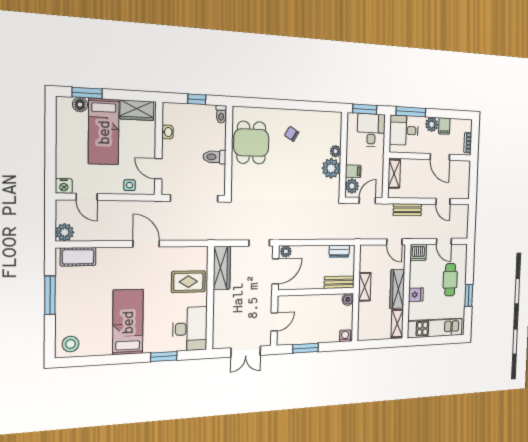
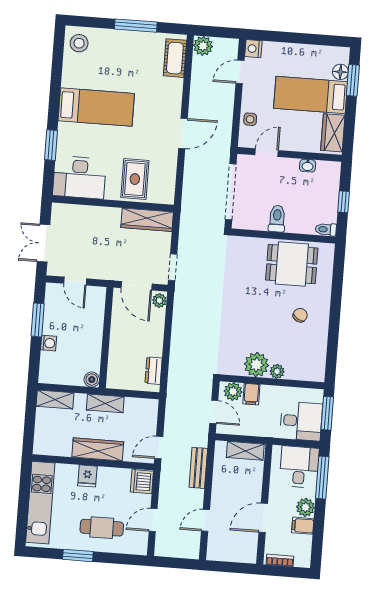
bench: (339, 282) -> (115, 368), removed
shelving: (397, 323) -> (55, 400), moved
washing machine: (345, 336) -> (49, 343), moved

